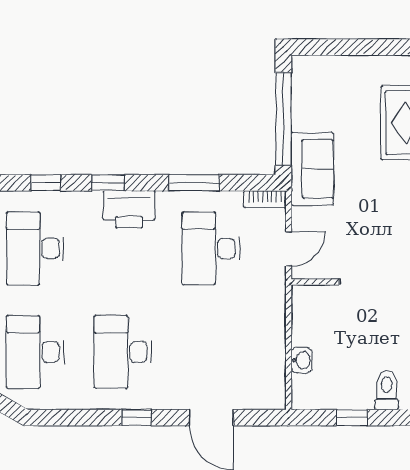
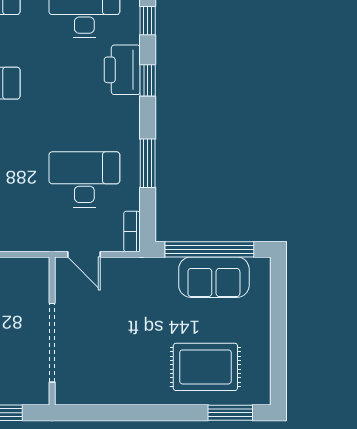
sofa: (312, 169) -> (214, 277), moved
printer: (129, 209) -> (122, 70), moved

